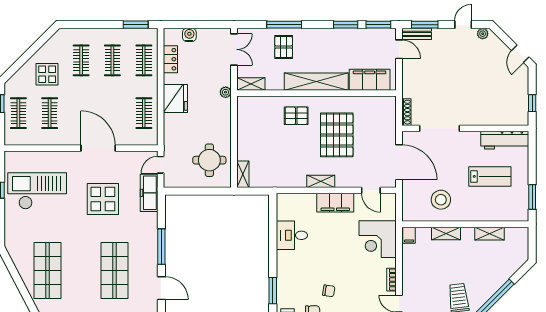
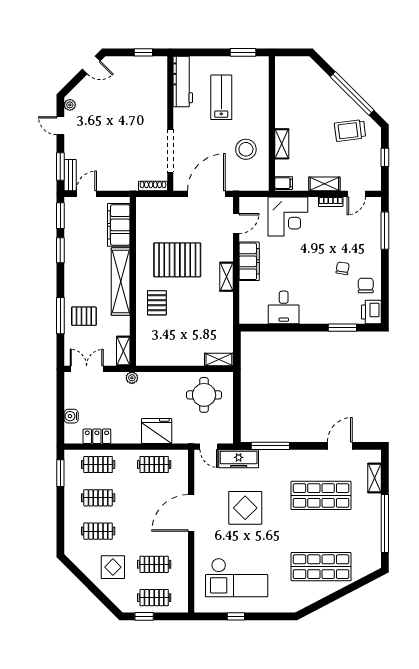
fridge: (175, 98) -> (157, 431), moved
checkout: (37, 191) -> (237, 578), turned -90
shelving: (489, 234) -> (324, 184), moved, turned 90
window: (161, 247) -> (270, 446), moved

